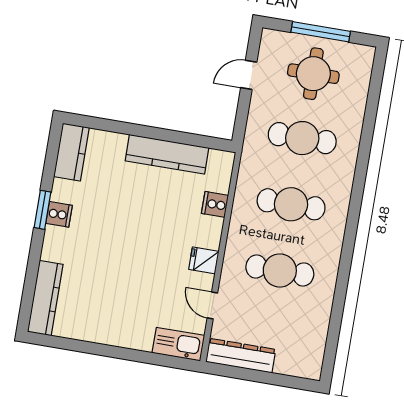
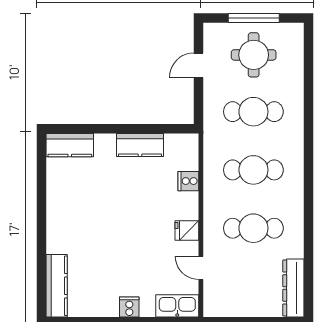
kitchen counter: (72, 152) -> (70, 145), moved, turned 90
kitchen counter: (167, 154) -> (140, 145), width x0.67
window: (43, 210) -> (42, 211), removed
cooker: (59, 214) -> (129, 307), moved, turned -90
dresser: (241, 356) -> (293, 288), moved, turned -90

